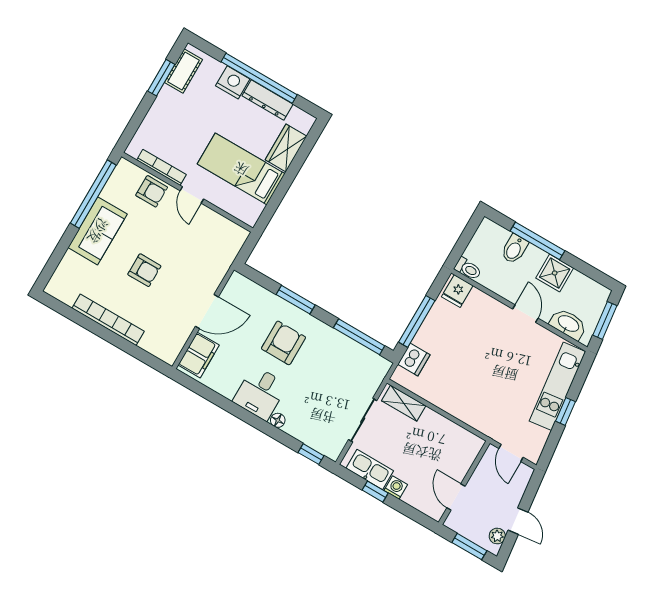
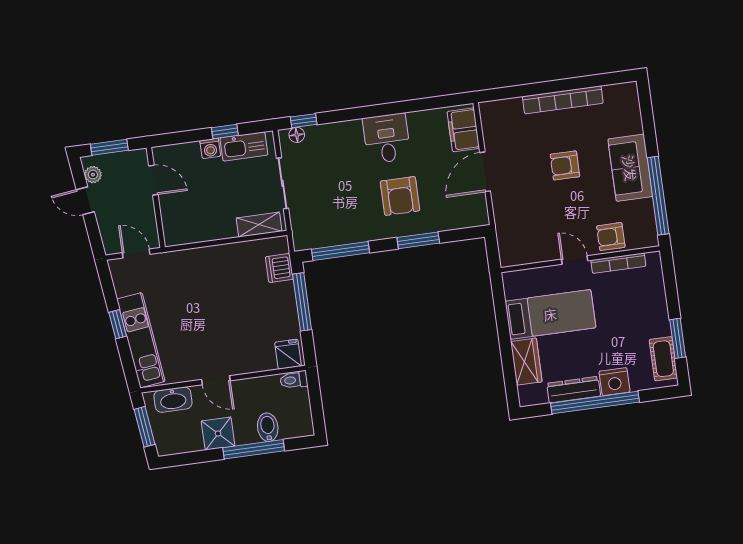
floor lamp: (278, 420) -> (297, 135), moved

